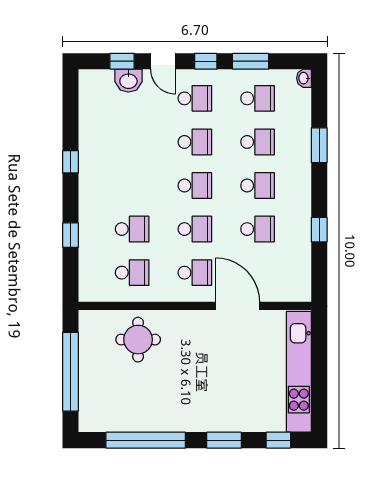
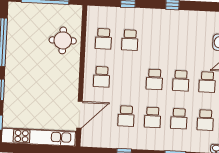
school desk: (195, 229) -> (128, 78), removed
door: (237, 306) -> (80, 115), moved

